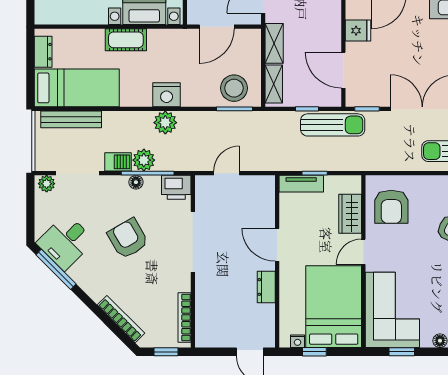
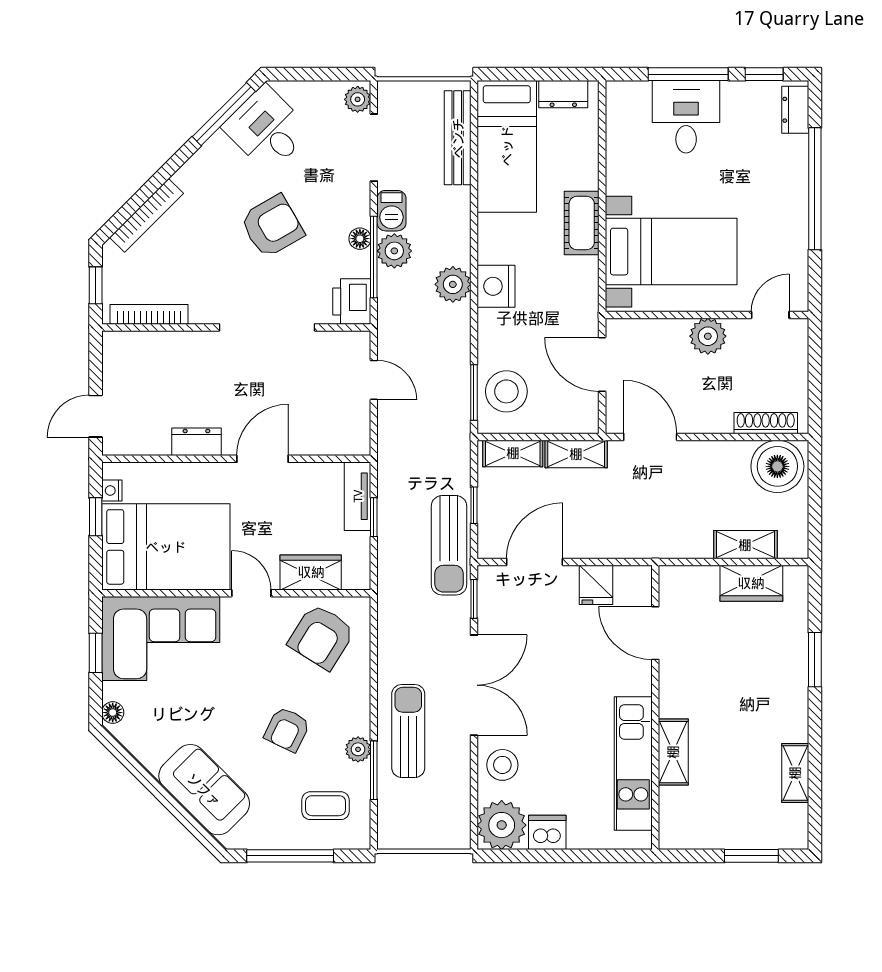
armchair: (391, 207) -> (321, 637), turned -58

